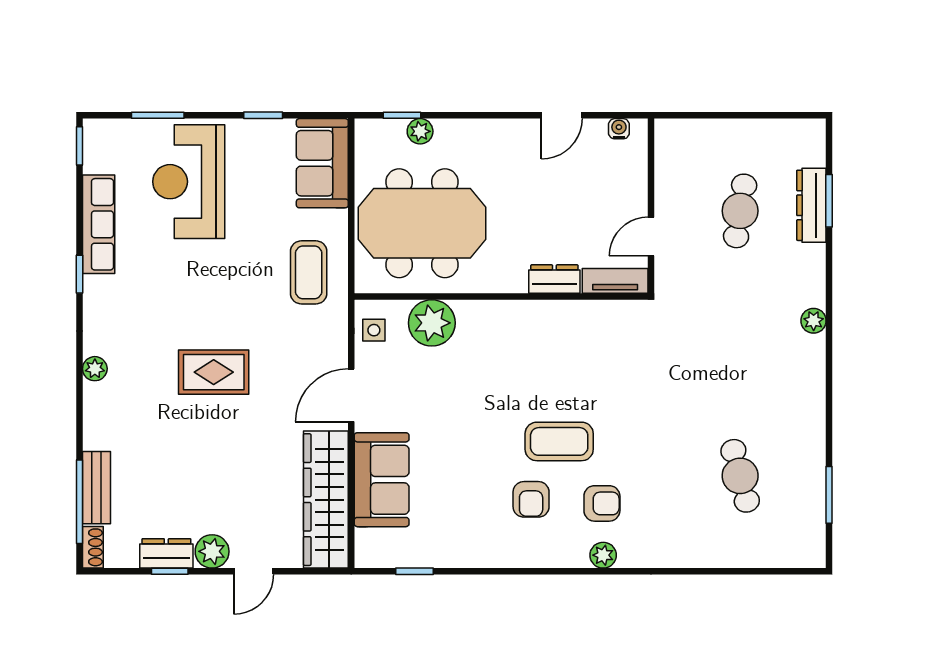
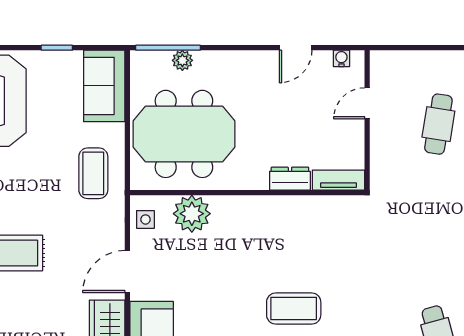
window: (402, 115) -> (168, 48), width x2.17
door: (651, 237) -> (367, 103), moved

